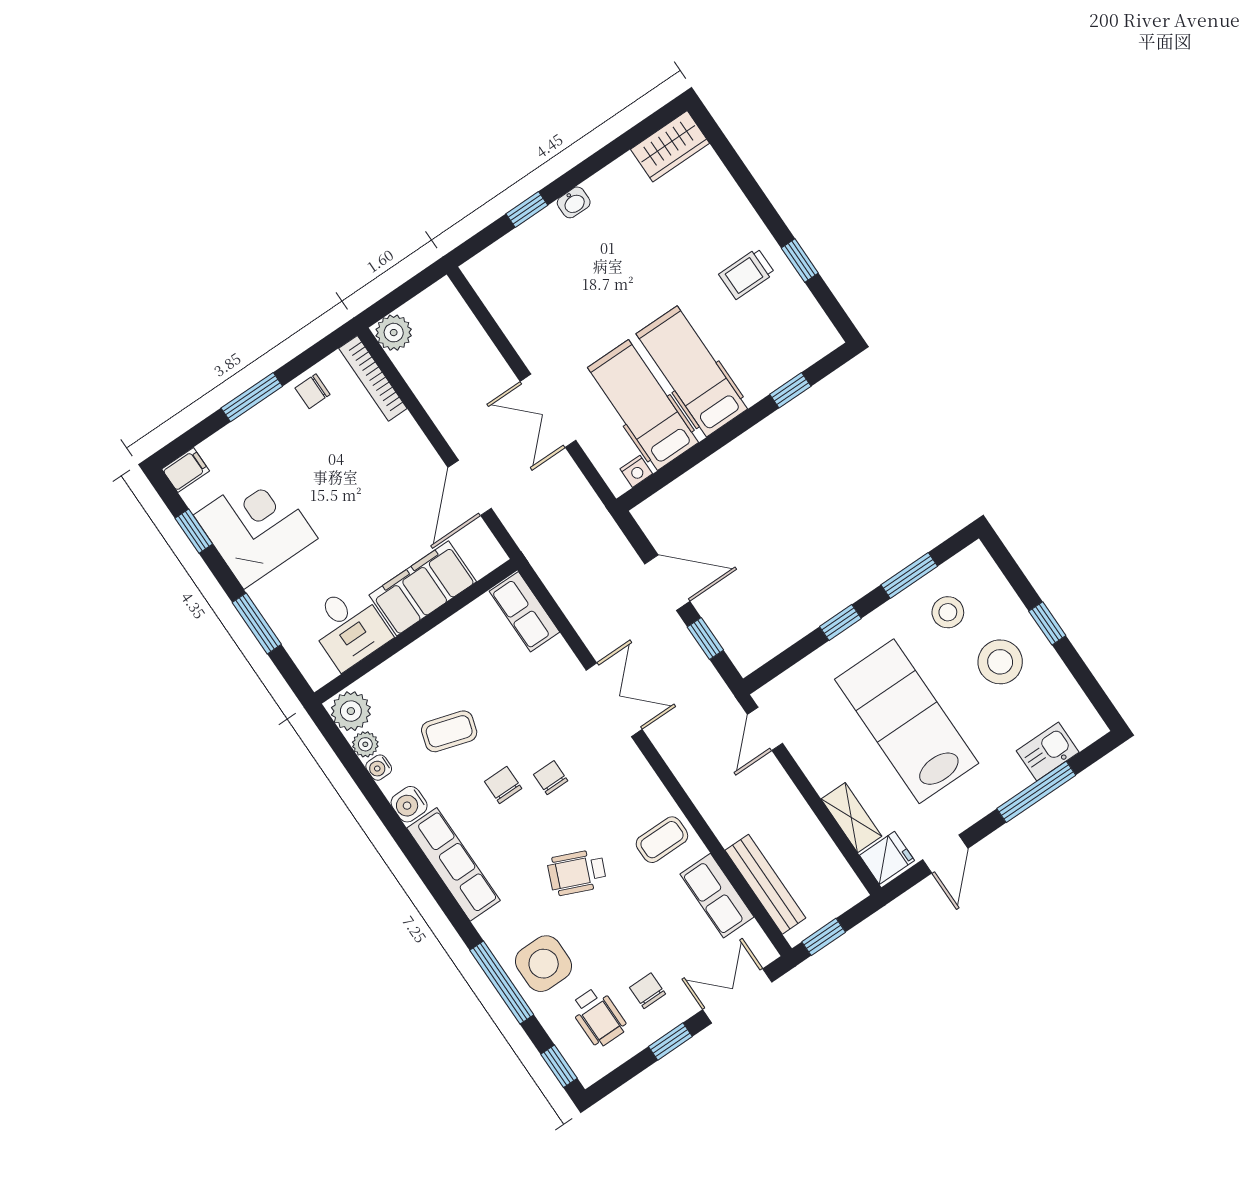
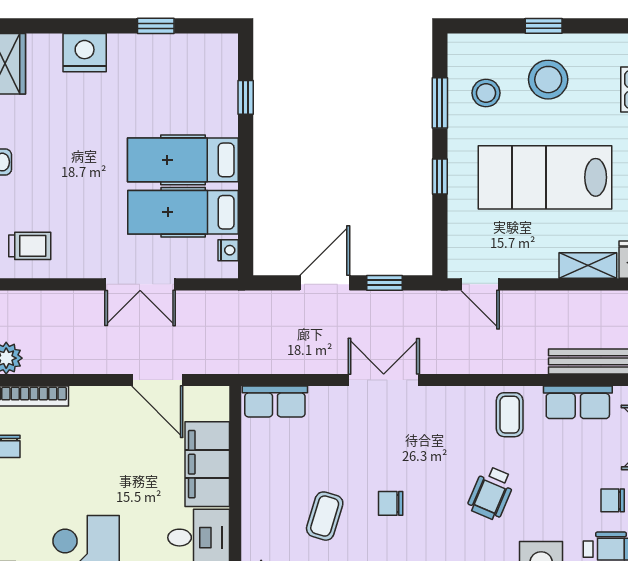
nightstand: (729, 211) -> (85, 53), added
trolley: (747, 274) -> (30, 246), moved, turned -90
chair: (551, 778) -> (409, 465), removed

